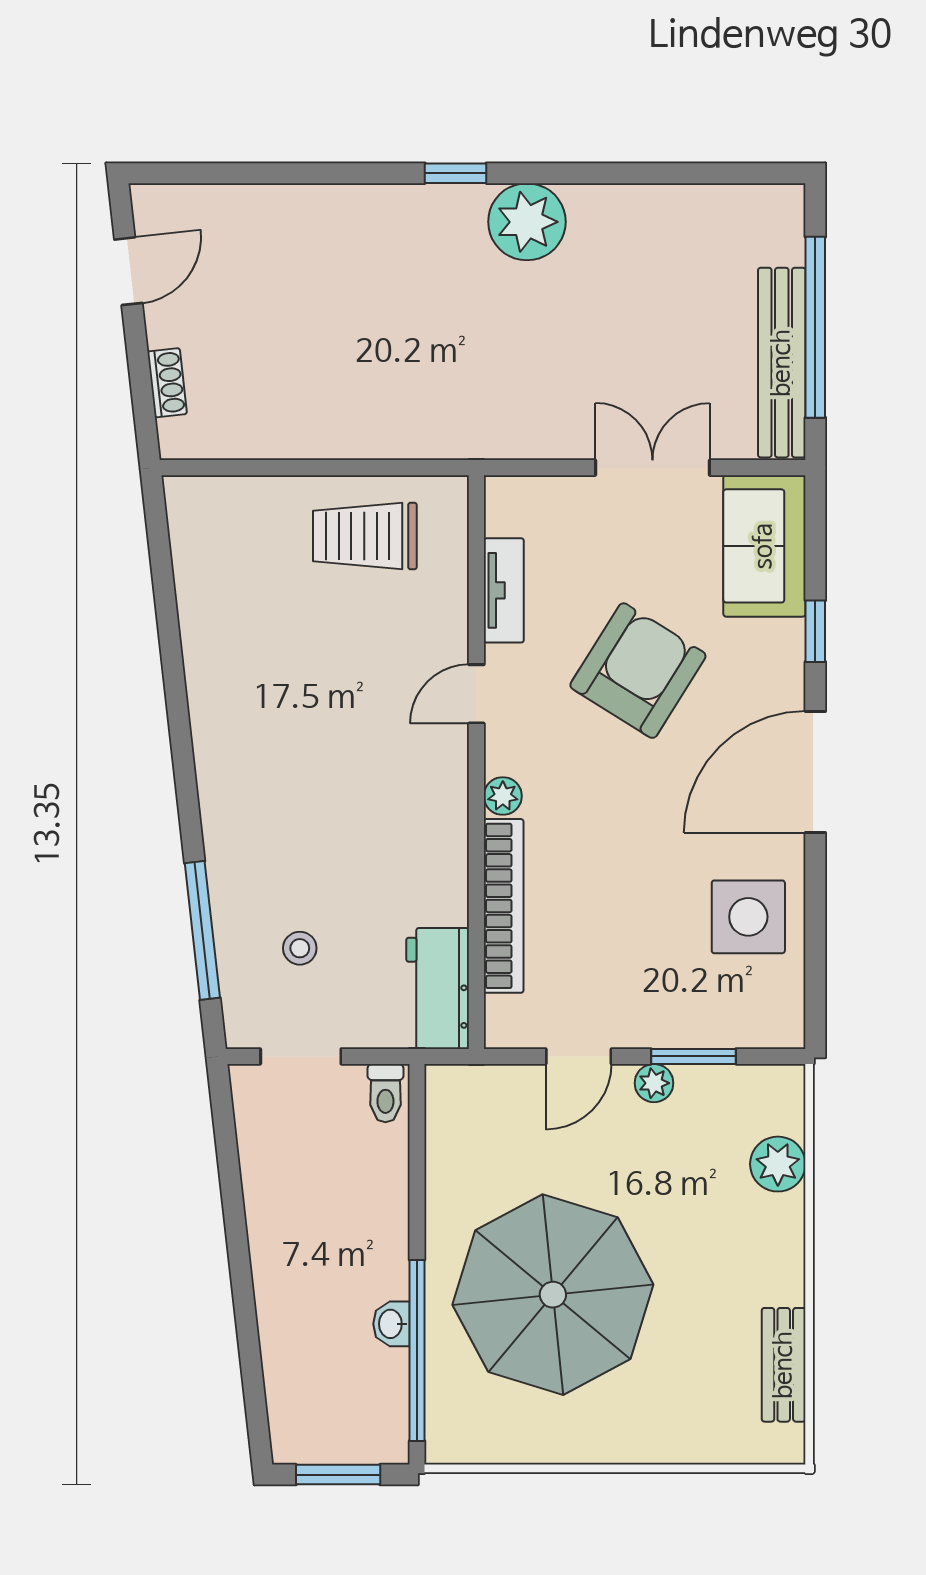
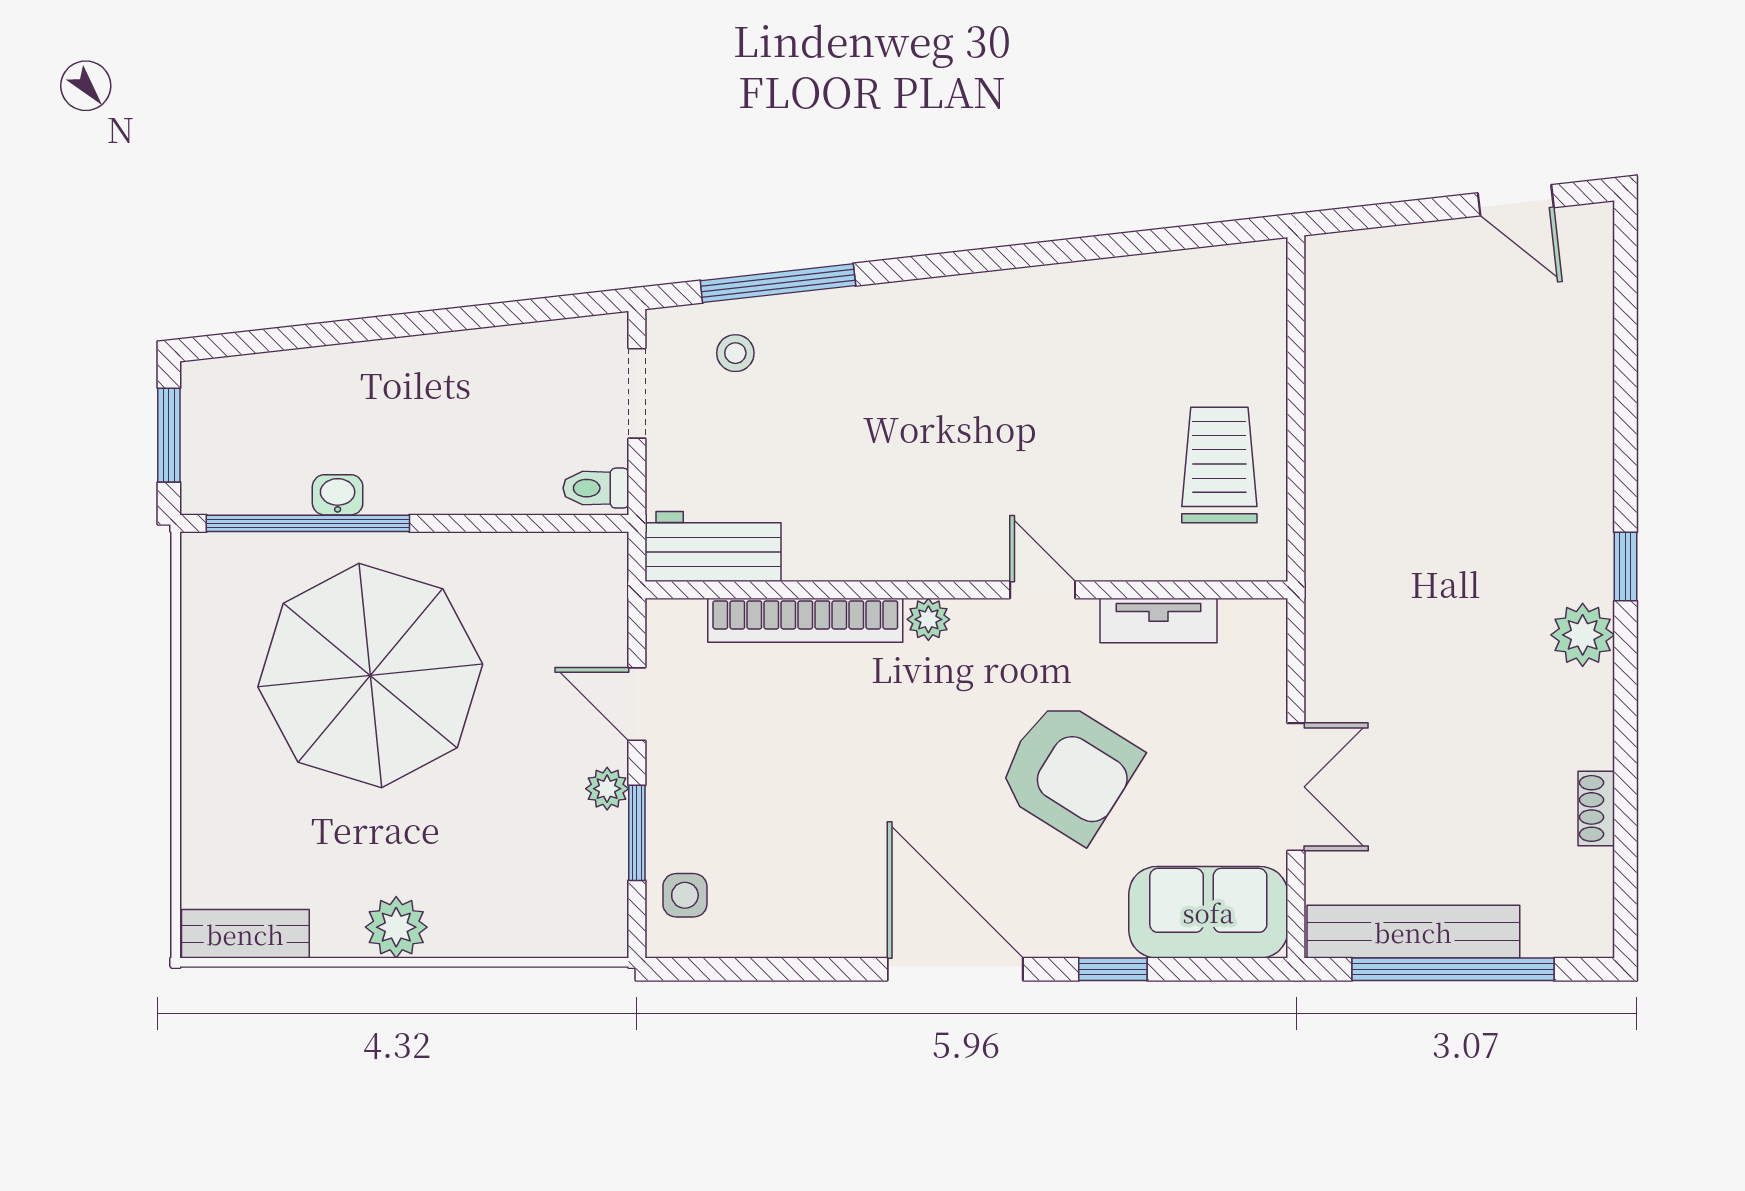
plant: (527, 222) -> (1583, 635), width x0.73, depth x0.73
shoe rack: (167, 383) -> (1596, 808), moved, turned 96
side table: (748, 917) -> (685, 895), moved, width x0.54, depth x0.54
stool: (300, 948) -> (735, 353), moved
plant: (778, 1164) -> (396, 927), moved
bench: (784, 1365) -> (245, 934), moved

